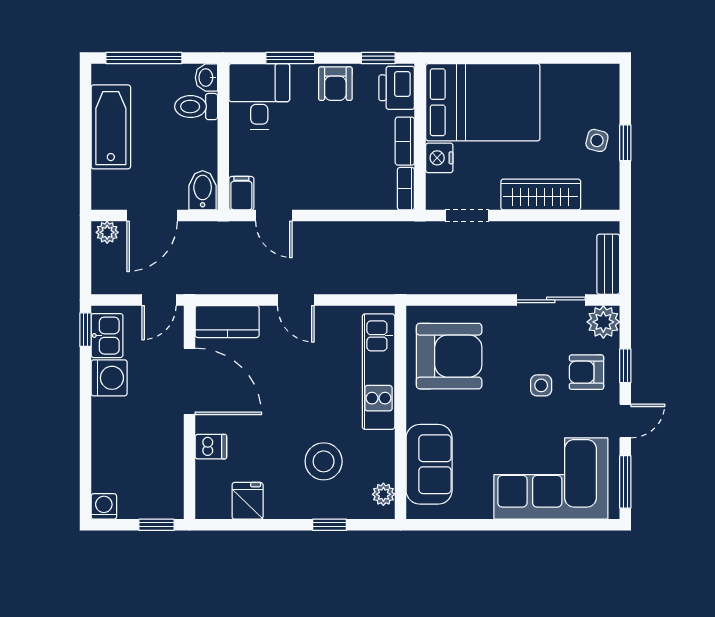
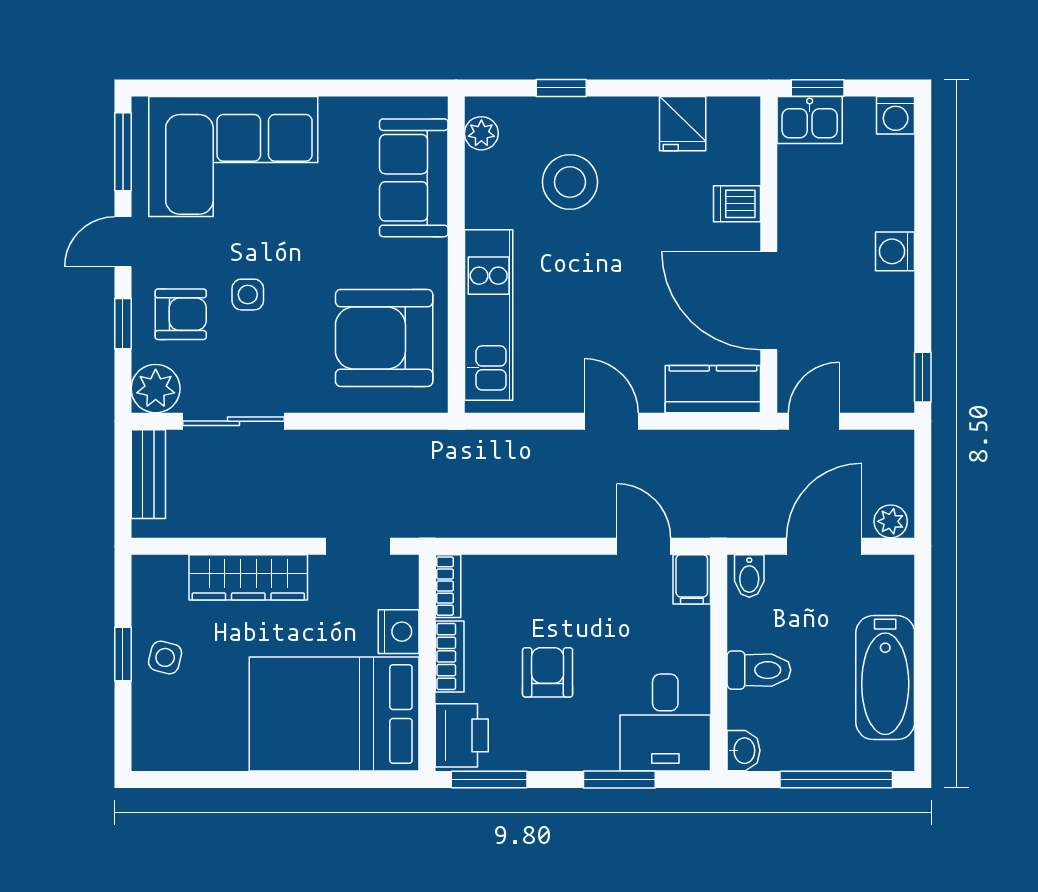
window: (378, 58) -> (489, 779), width x1.50
armchair: (335, 84) -> (548, 672), moved
toilet: (196, 107) -> (759, 670), moved
bidet: (203, 190) -> (749, 576), width x0.72, depth x0.74
kitchen sink: (107, 336) -> (810, 120), moved, turned -90
washing machine: (109, 378) -> (895, 251), moved, width x0.73, depth x0.73

